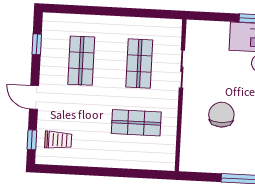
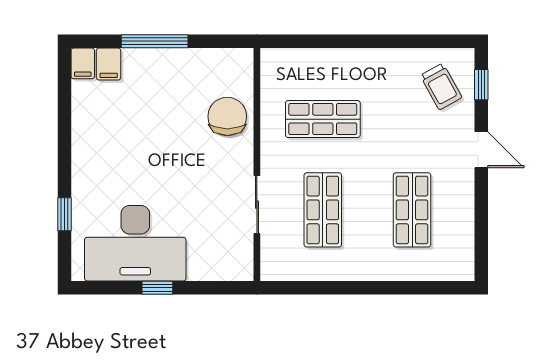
window: (37, 44) -> (481, 232), removed
chair: (221, 115) -> (227, 116), moved, turned 180
trolley: (58, 140) -> (441, 87), turned -119

